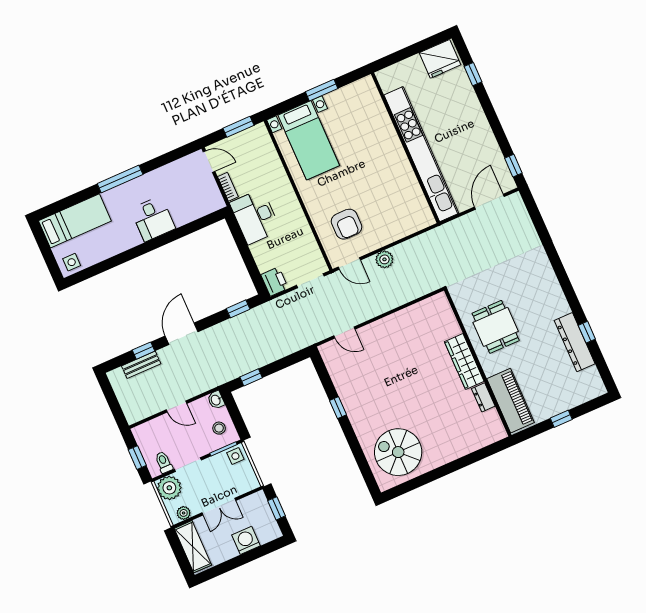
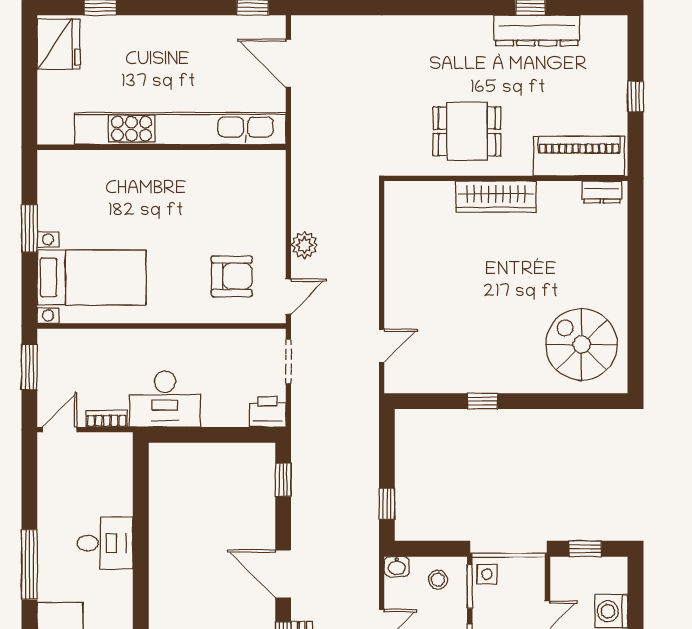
dresser: (483, 397) -> (602, 192), moved
spiral stairs: (398, 452) -> (582, 344), turned 90

